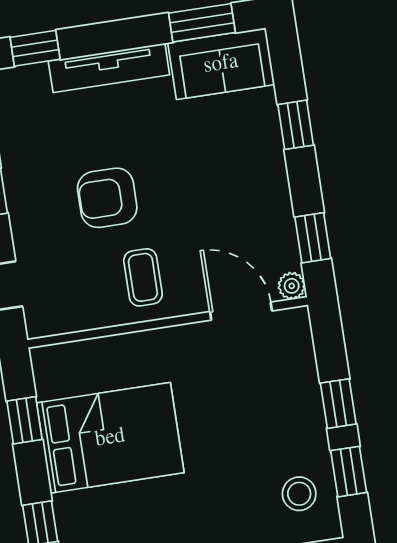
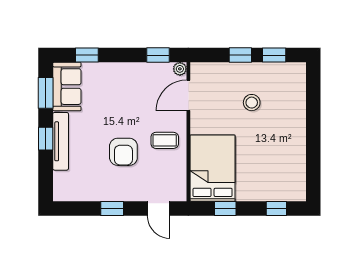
window: (35, 48) -> (46, 139), moved
window: (296, 125) -> (87, 55), moved
bed: (110, 438) -> (213, 168), moved
stool: (299, 494) -> (252, 103), moved

